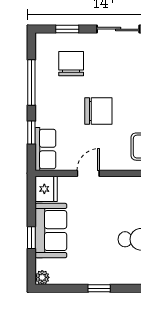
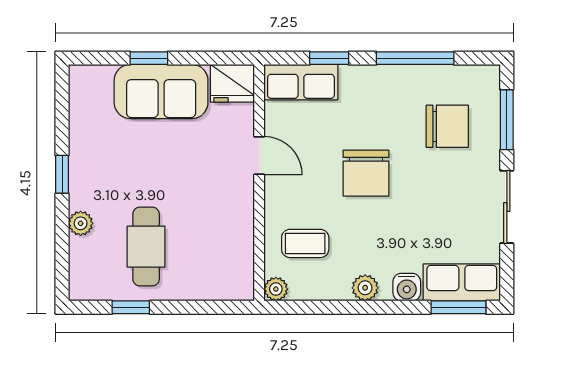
window: (67, 29) -> (507, 120), width x1.50
plant: (42, 277) -> (81, 223), moved

